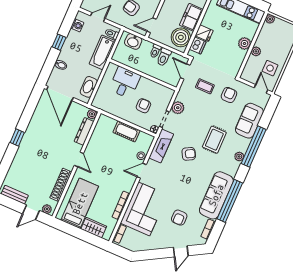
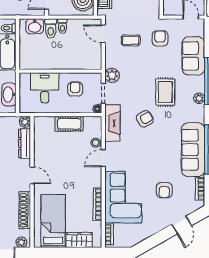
toilet: (164, 57) -> (51, 29), moved
wall: (143, 75) -> (60, 71), moved
desk: (125, 83) -> (45, 88), moved

